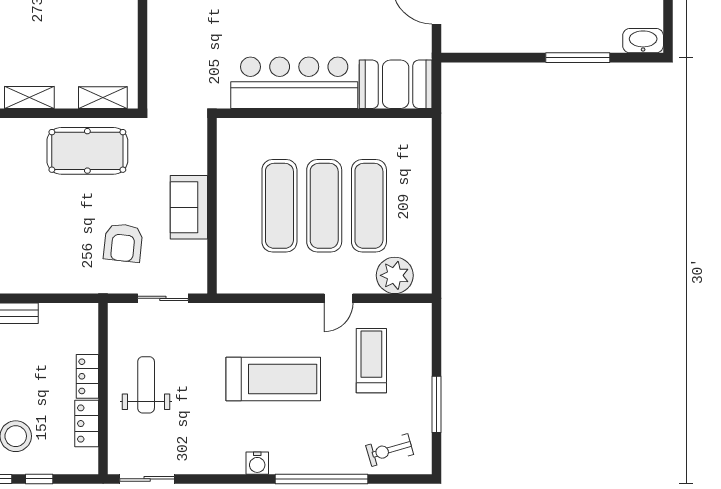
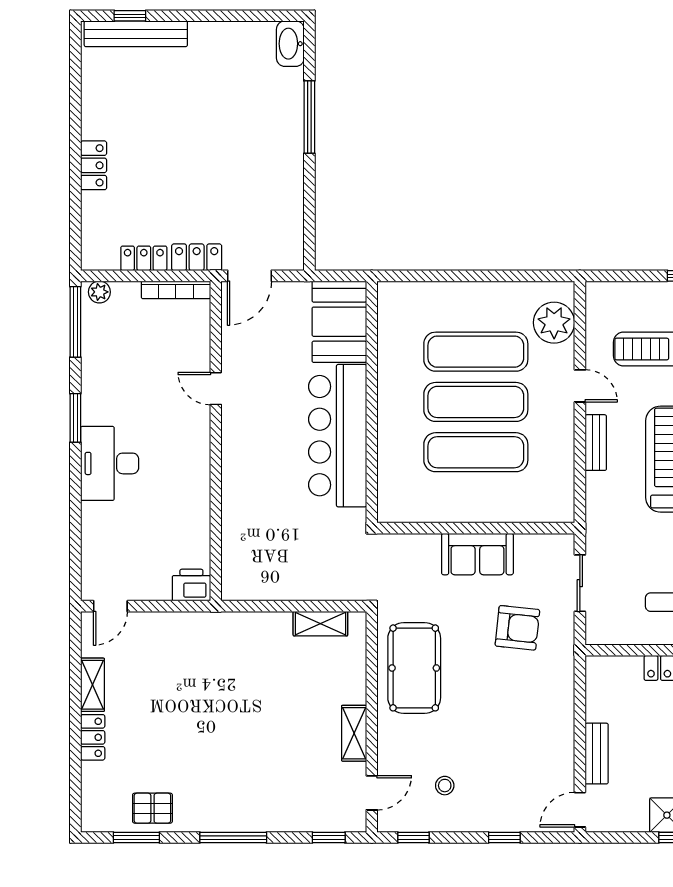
shelving: (103, 98) -> (320, 624), moved, turned 90
bench: (288, 312) -> (596, 443), added

